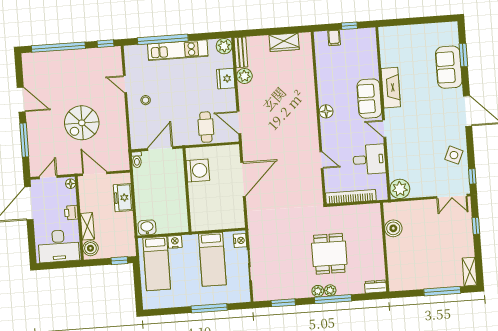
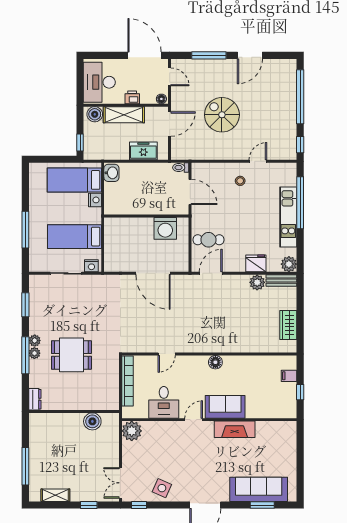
sofa: (449, 67) -> (259, 489), width x1.36
shelving: (87, 226) -> (124, 115), width x1.50, depth x1.33
shelving: (470, 272) -> (55, 495), moved

